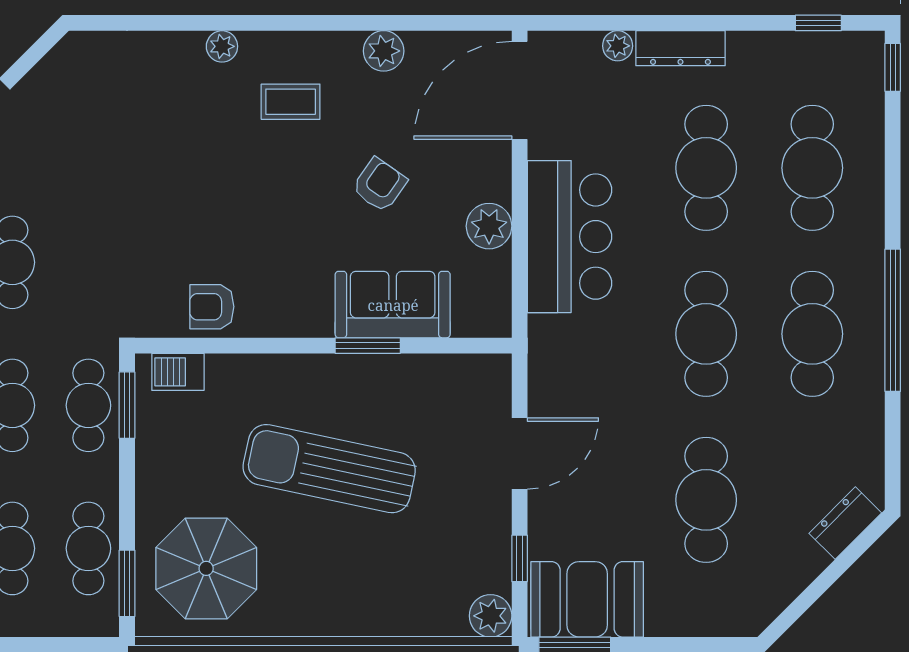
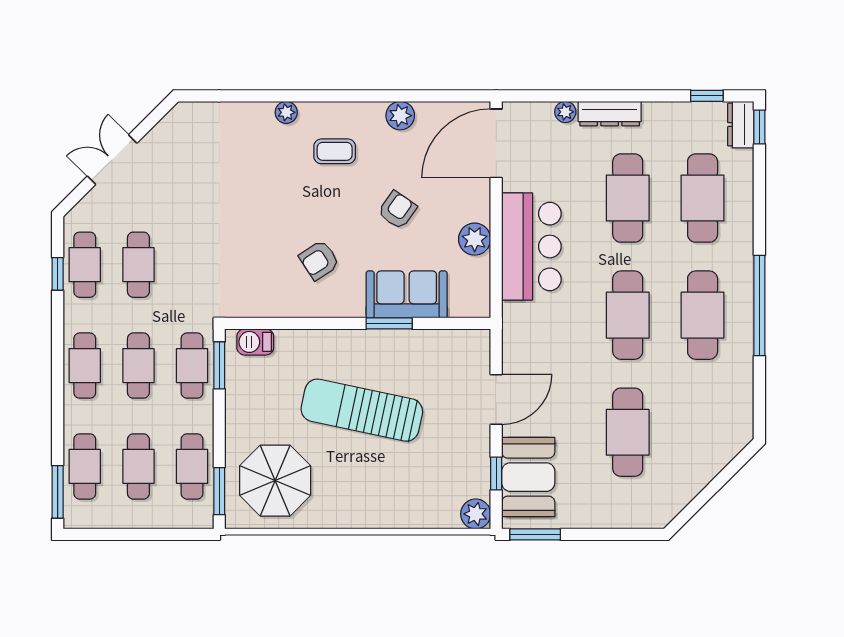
armchair: (212, 307) -> (319, 260), moved, turned -33
dresser: (845, 523) -> (741, 125), moved, turned -45
booth: (587, 599) -> (528, 477), moved, turned 90

